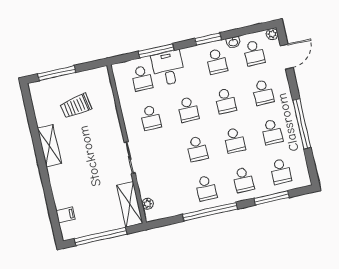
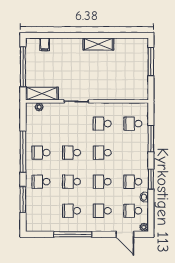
desk: (168, 68) -> (136, 145), removed
trolley: (76, 106) -> (123, 70), removed
school desk: (281, 171) -> (41, 211), removed

